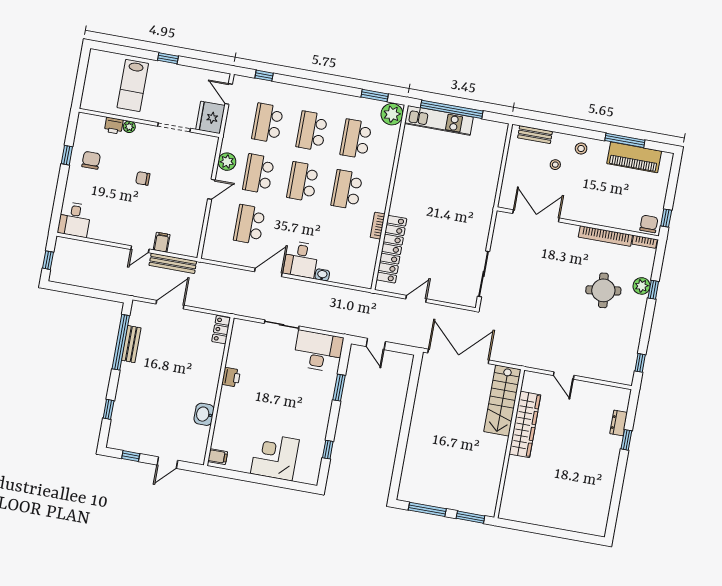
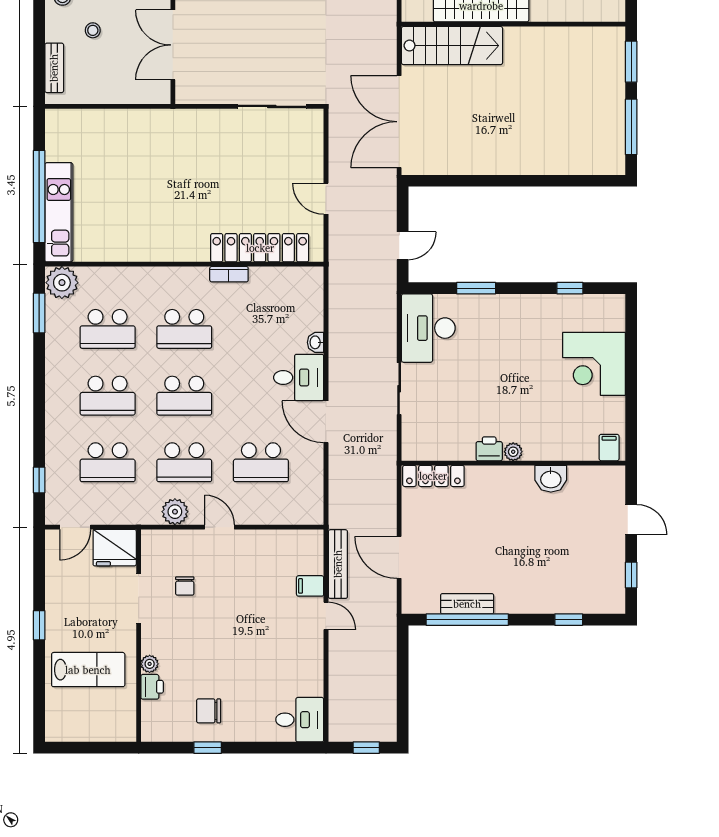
chair: (143, 178) -> (185, 586), moved
locker: (221, 330) -> (433, 476), width x1.53
plant: (226, 393) -> (513, 452), added

